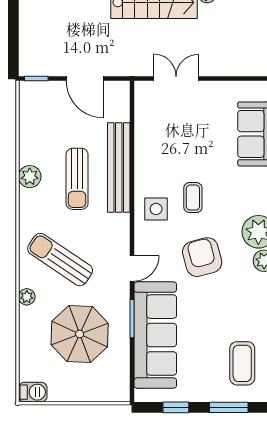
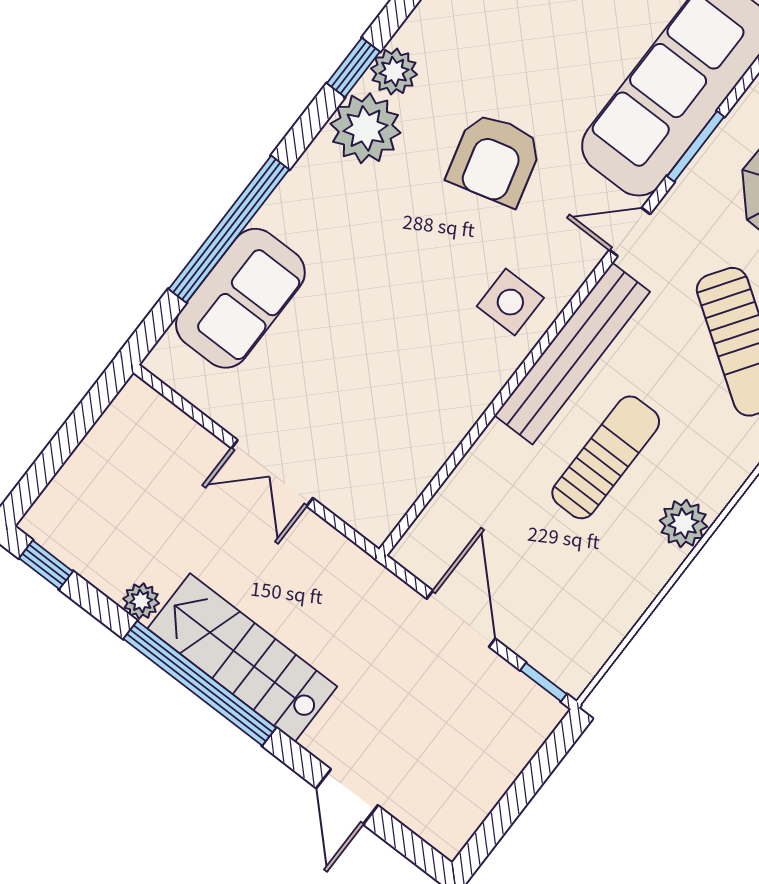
double door: (176, 79) -> (272, 473), moved
bench: (119, 167) -> (572, 354), moved
coffee table: (193, 198) -> (432, 273), removed

